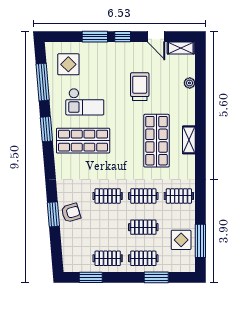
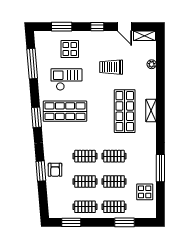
window: (95, 37) -> (62, 27), moved
display table: (68, 64) -> (70, 49), moved
trolley: (140, 87) -> (111, 67), turned -90
checkout: (85, 102) -> (66, 80), turned 180
window: (46, 129) -> (36, 117), moved
clothes rail: (179, 196) -> (85, 181), moved
armchair: (71, 213) -> (55, 170), turned 107
window: (200, 241) -> (160, 168), moved

